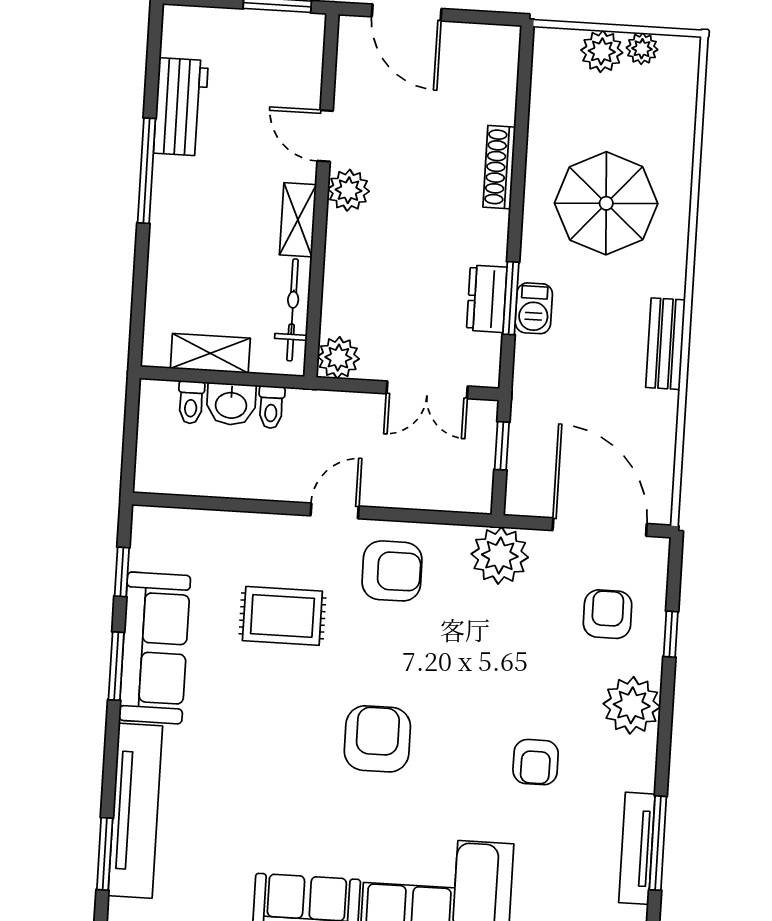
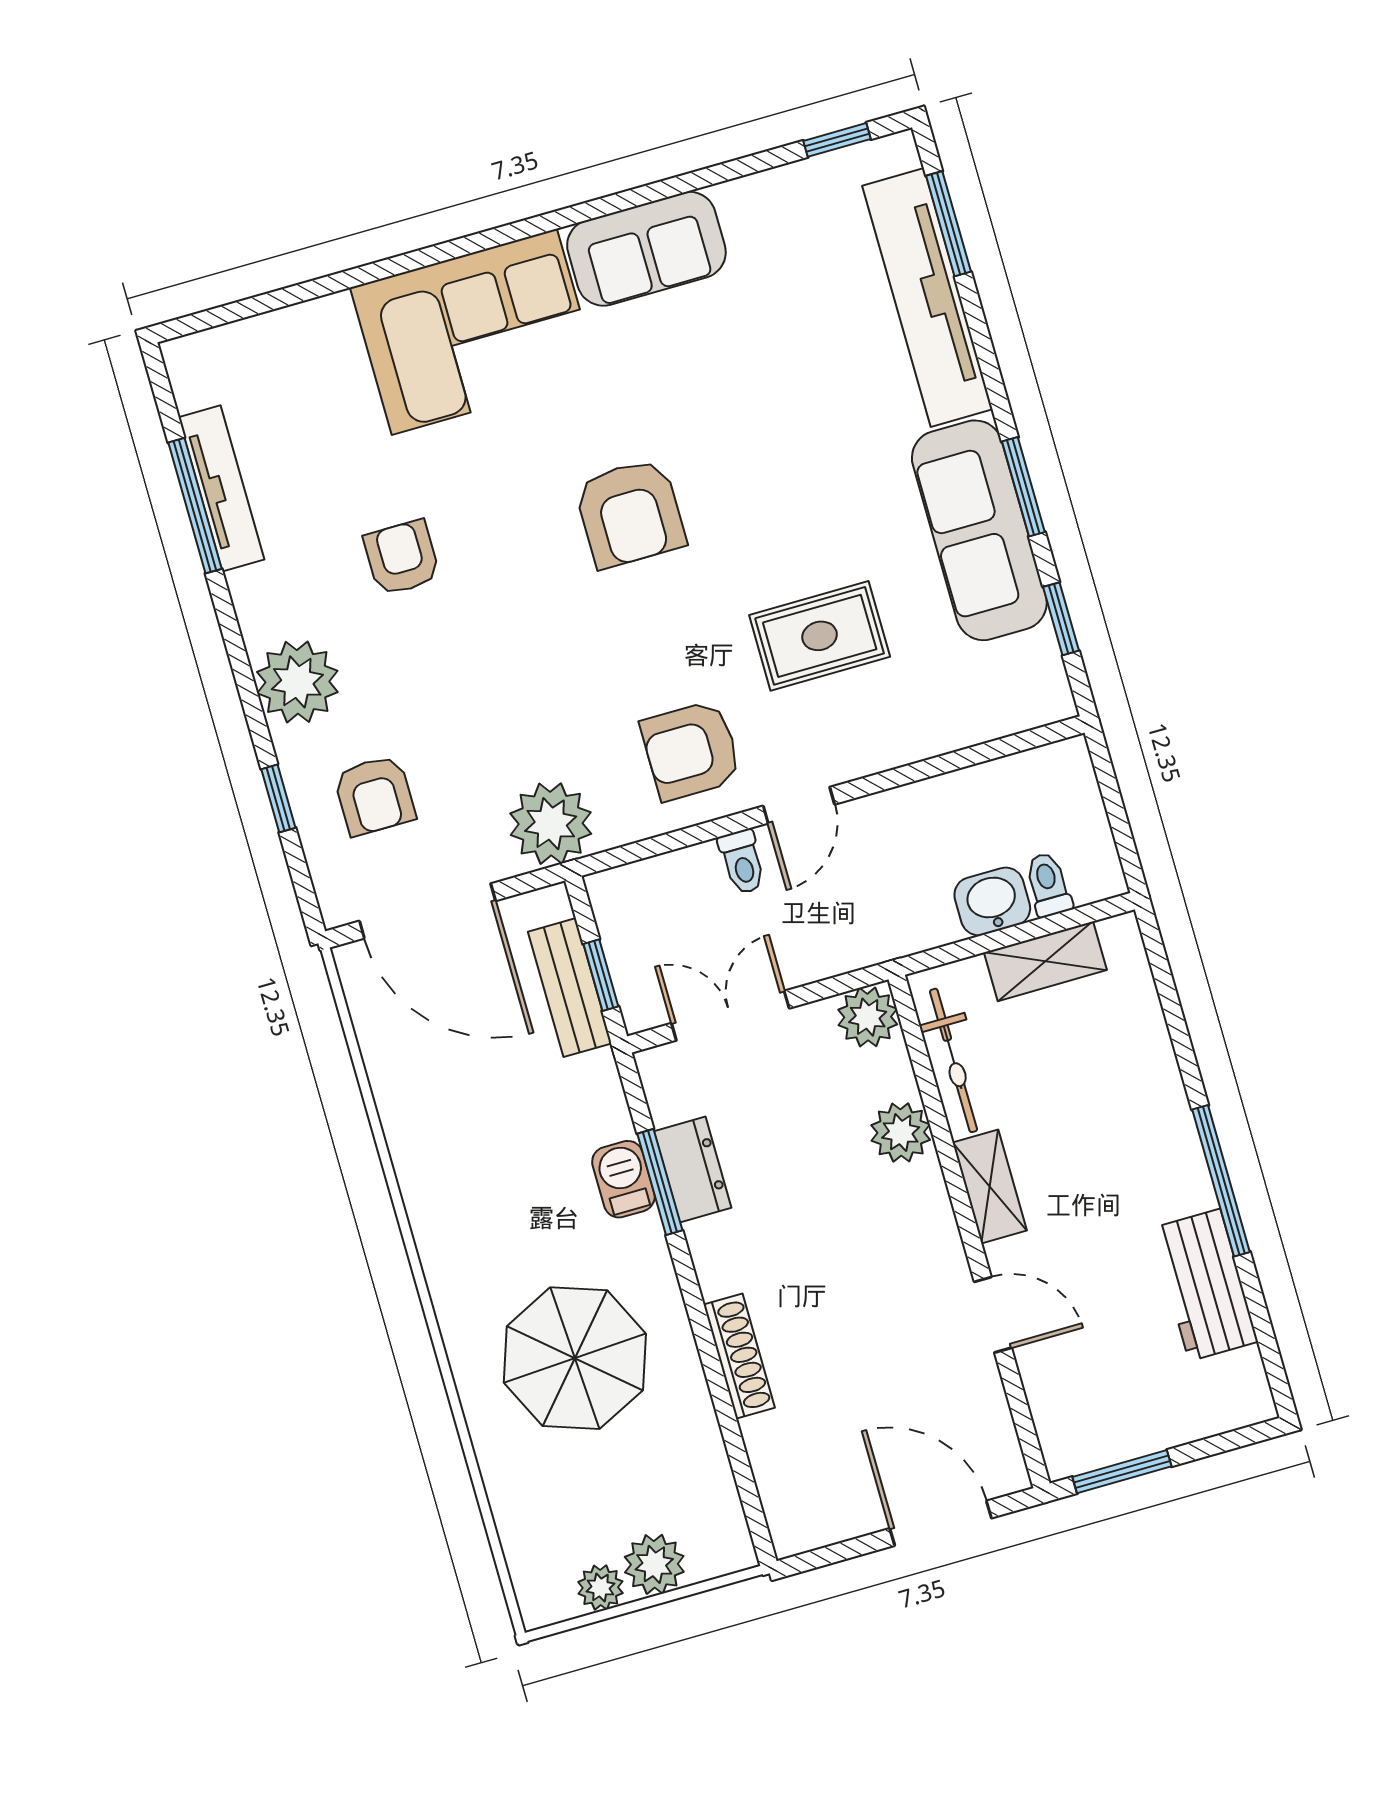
plant: (348, 190) -> (901, 1132), moved
bench: (666, 344) -> (570, 988), moved
toilet: (271, 407) -> (742, 862), moved, turned 180

